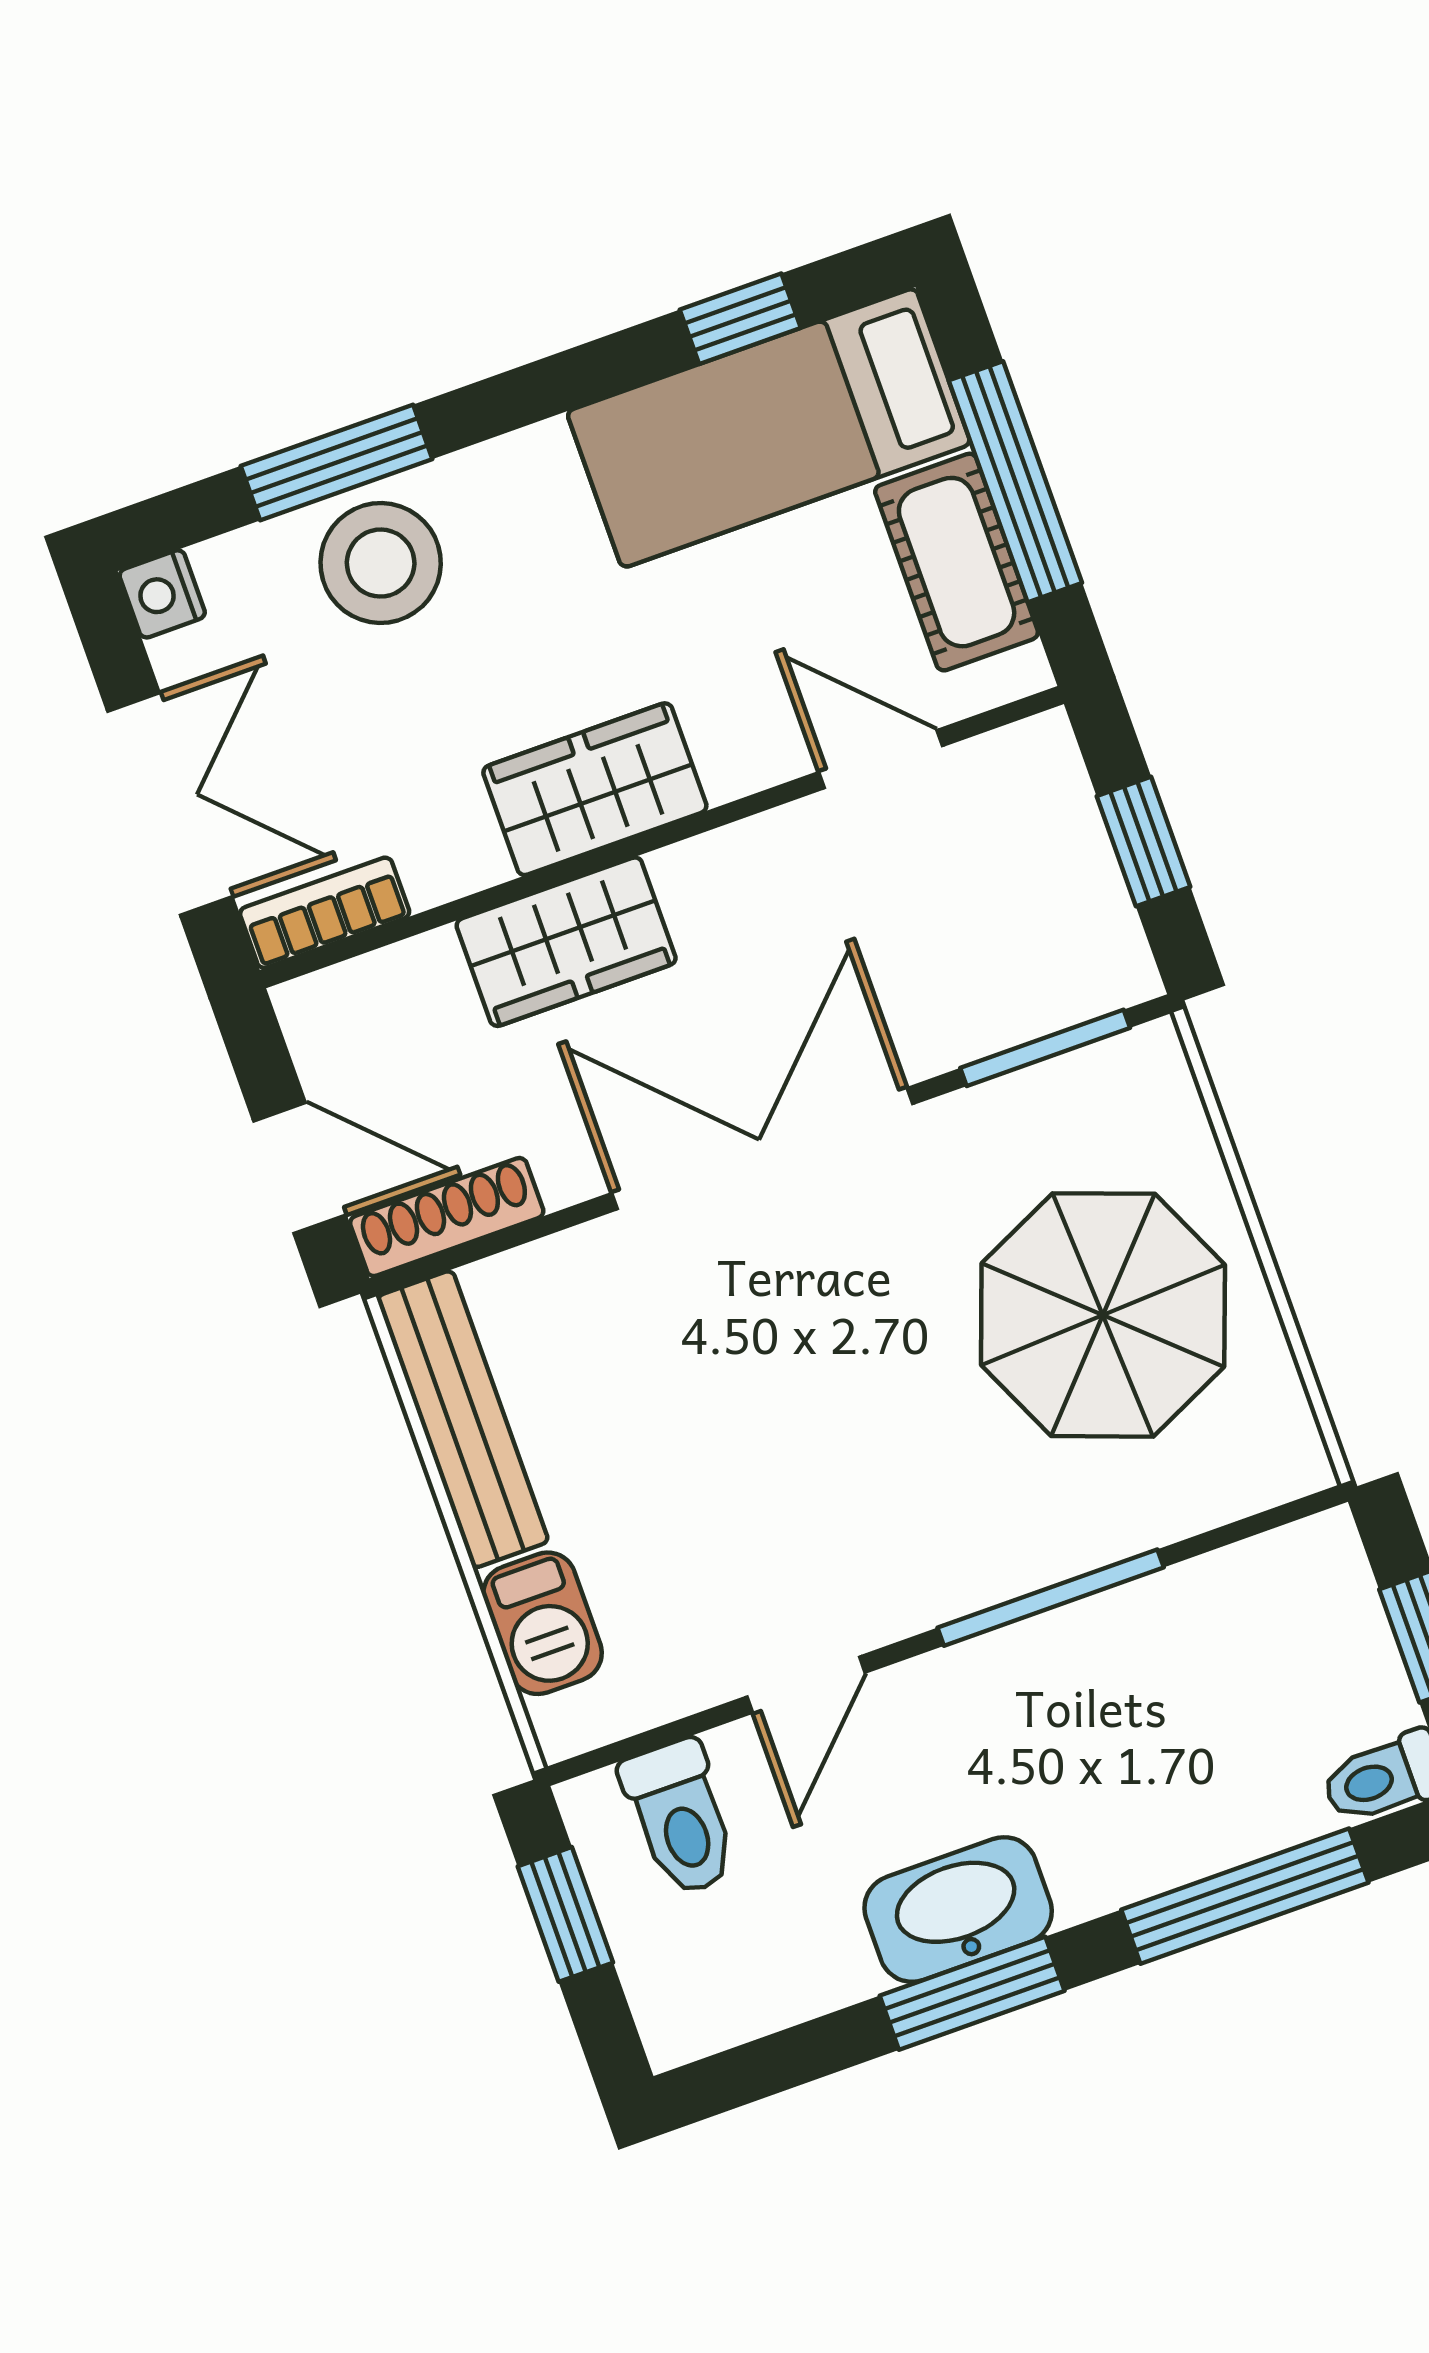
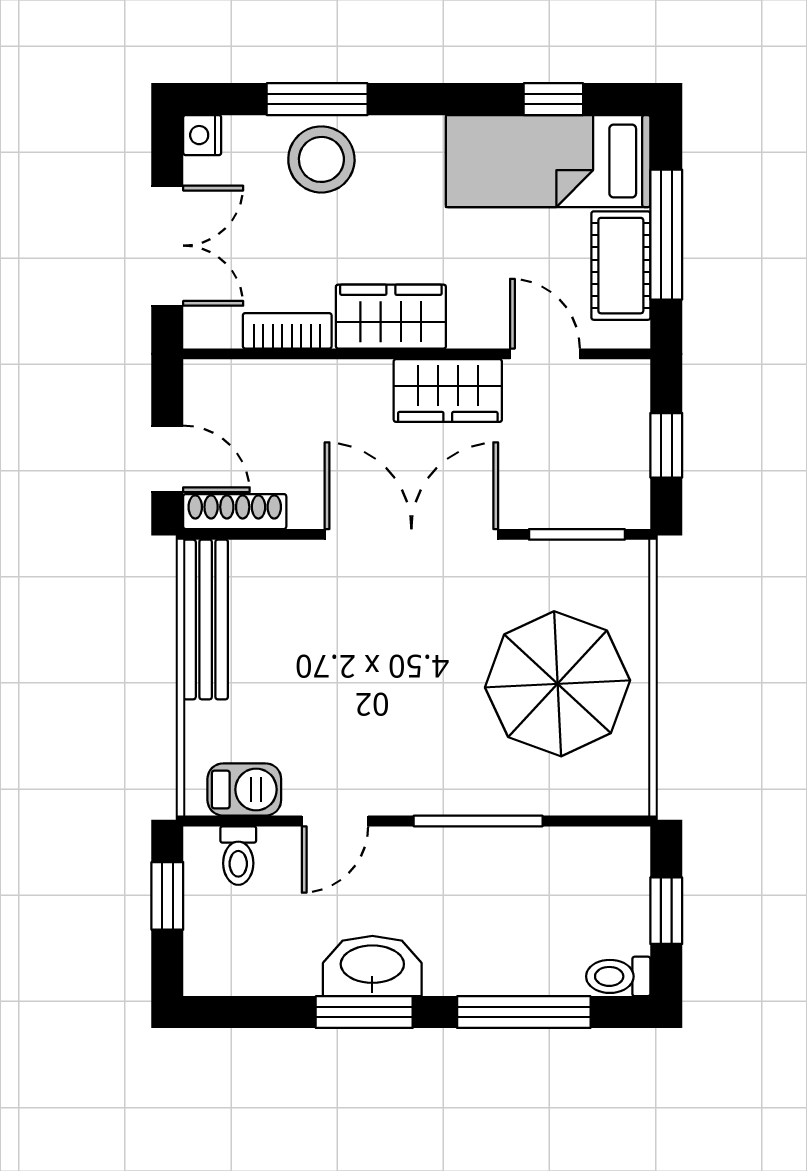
bookcase: (325, 913) -> (287, 331), moved
wardrobe: (566, 942) -> (448, 391), moved
barbecue: (543, 1623) -> (244, 790), moved, turned -90
toilet: (680, 1818) -> (238, 856), width x0.73, depth x0.72

